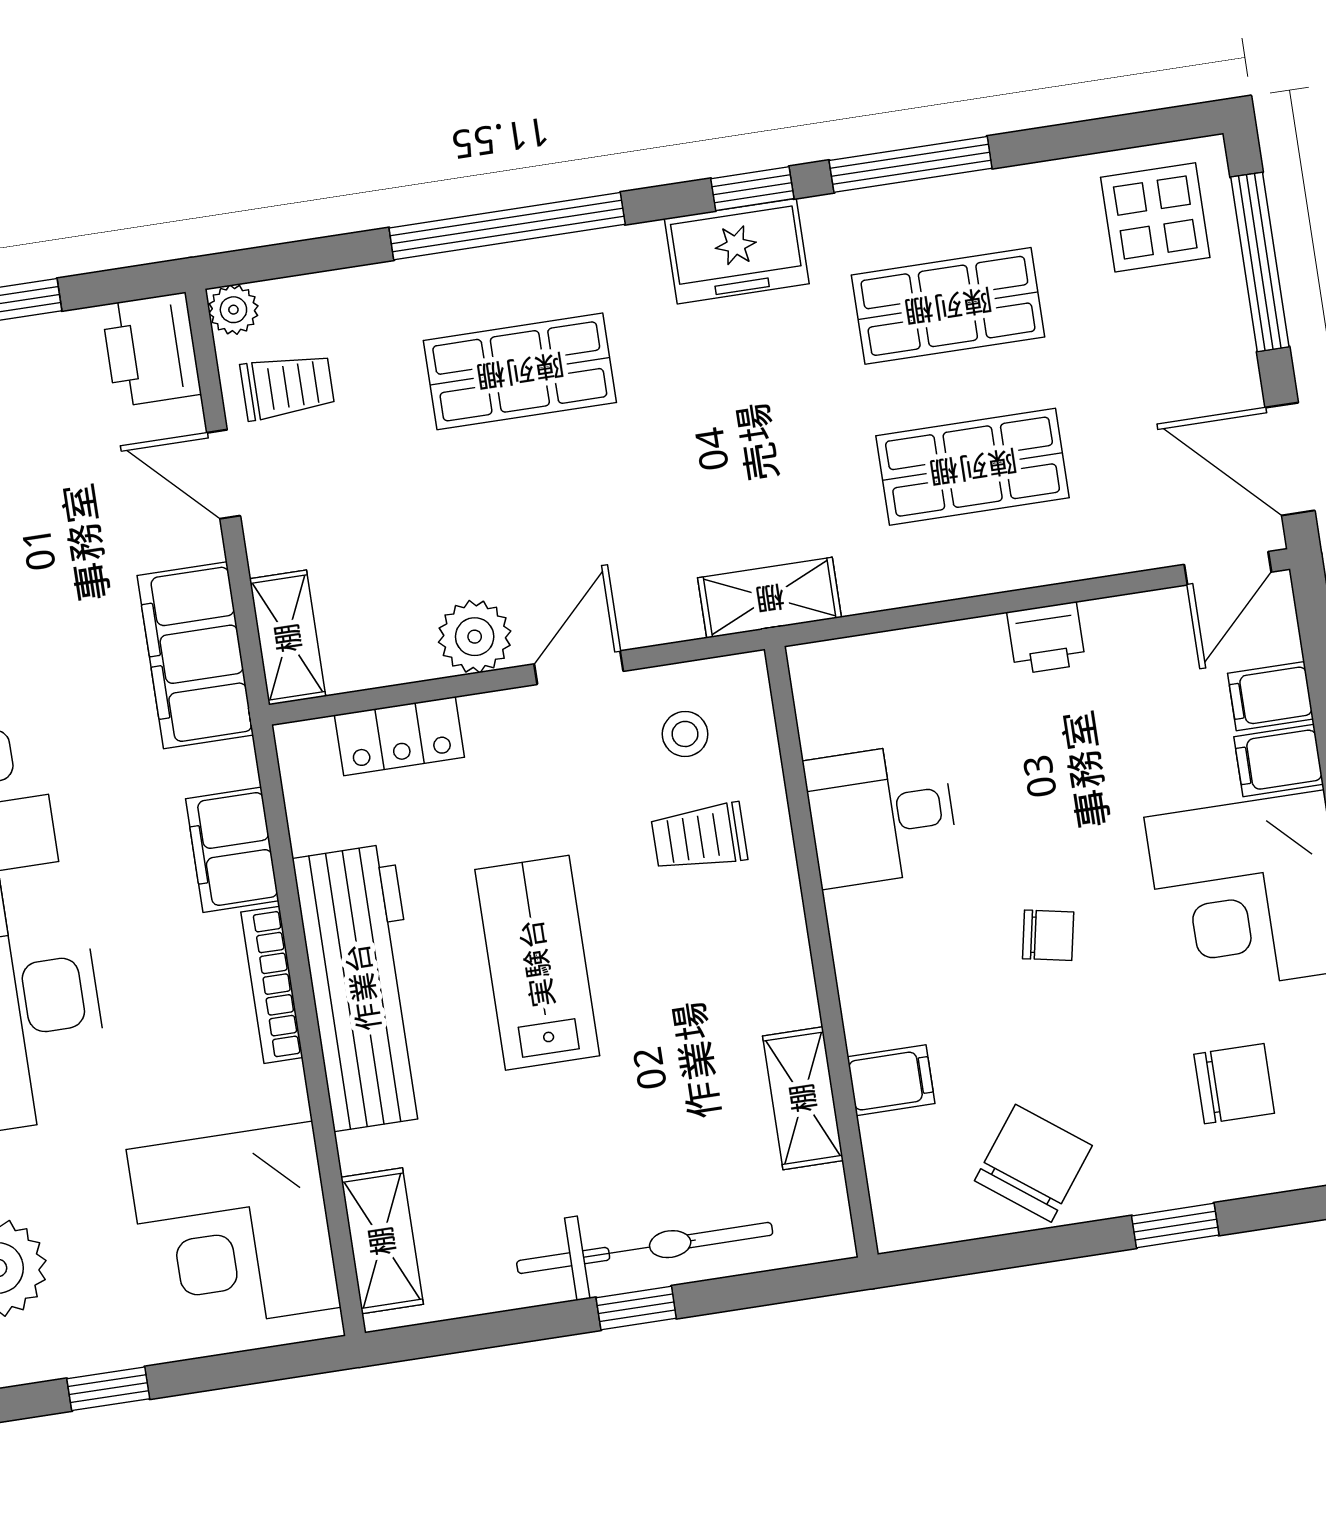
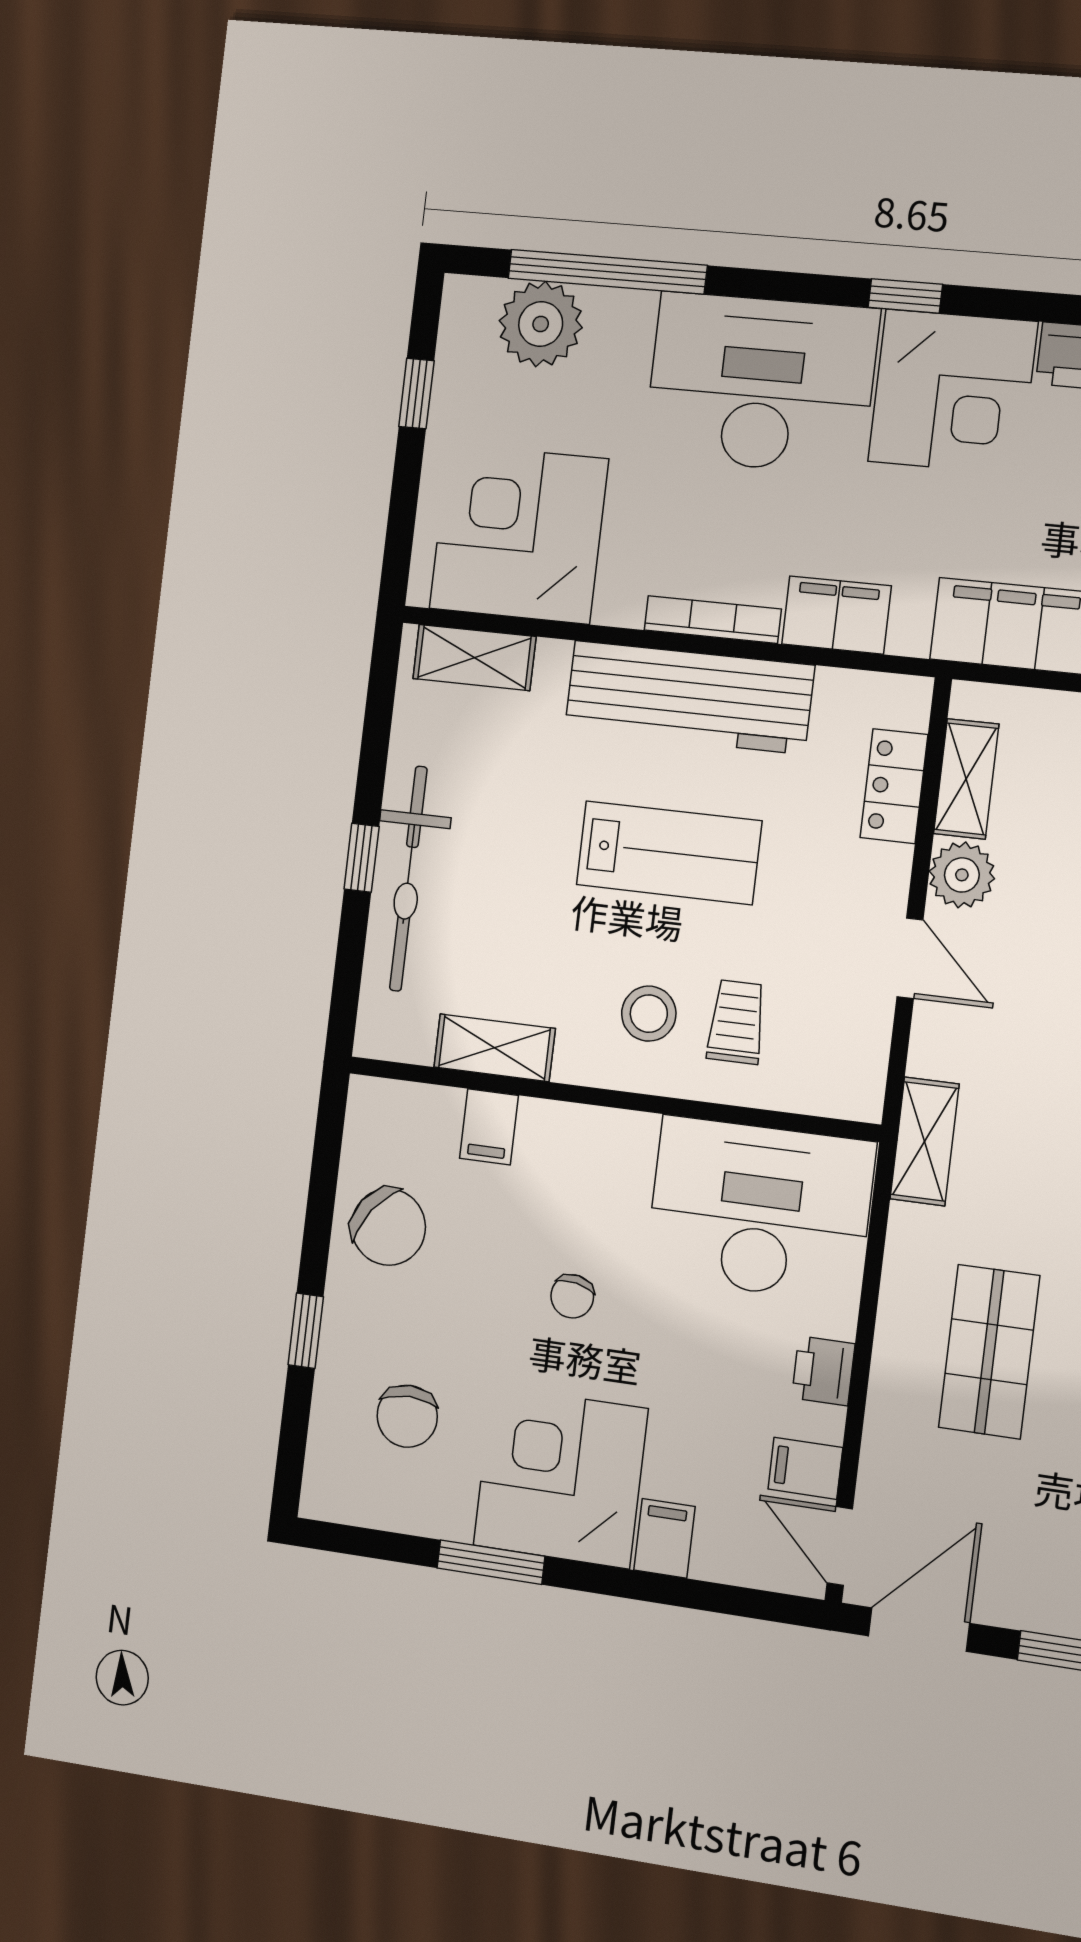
shelving: (288, 638) -> (966, 779), moved, turned 90
filing cabinet: (1271, 696) -> (805, 1468), moved, turned -90
stool: (685, 734) -> (649, 1014), moved, width x1.37, depth x1.37
desk: (881, 815) -> (760, 1209), width x1.87, depth x1.30

